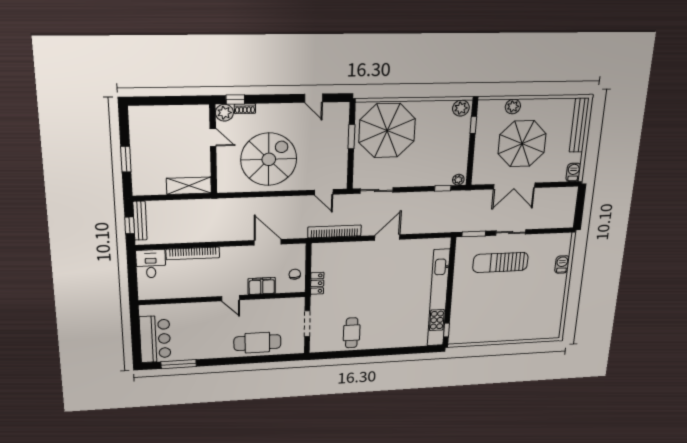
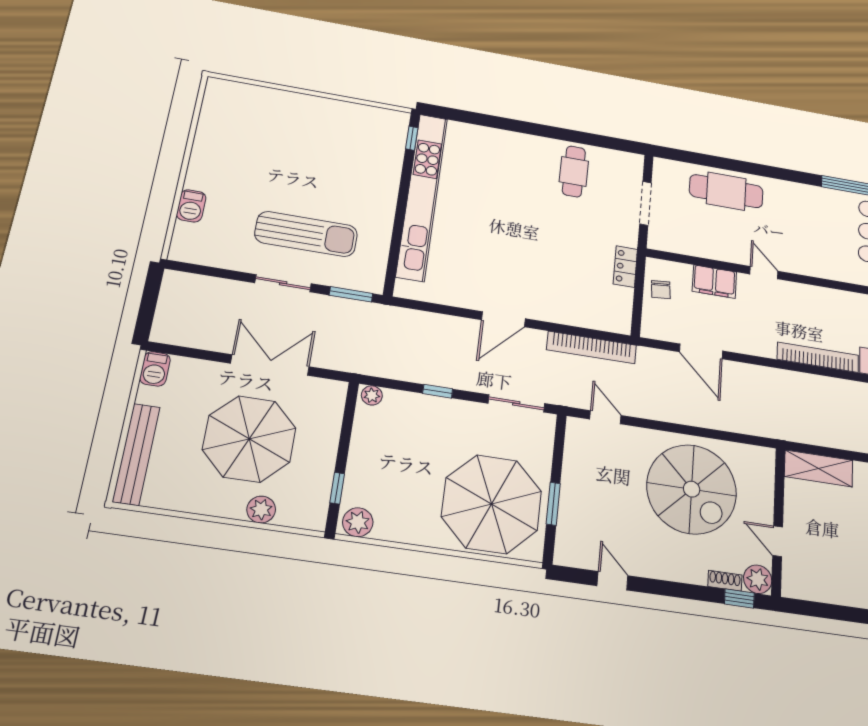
spiral stairs: (269, 159) -> (692, 489), turned -90
window: (443, 188) -> (438, 391), moved

